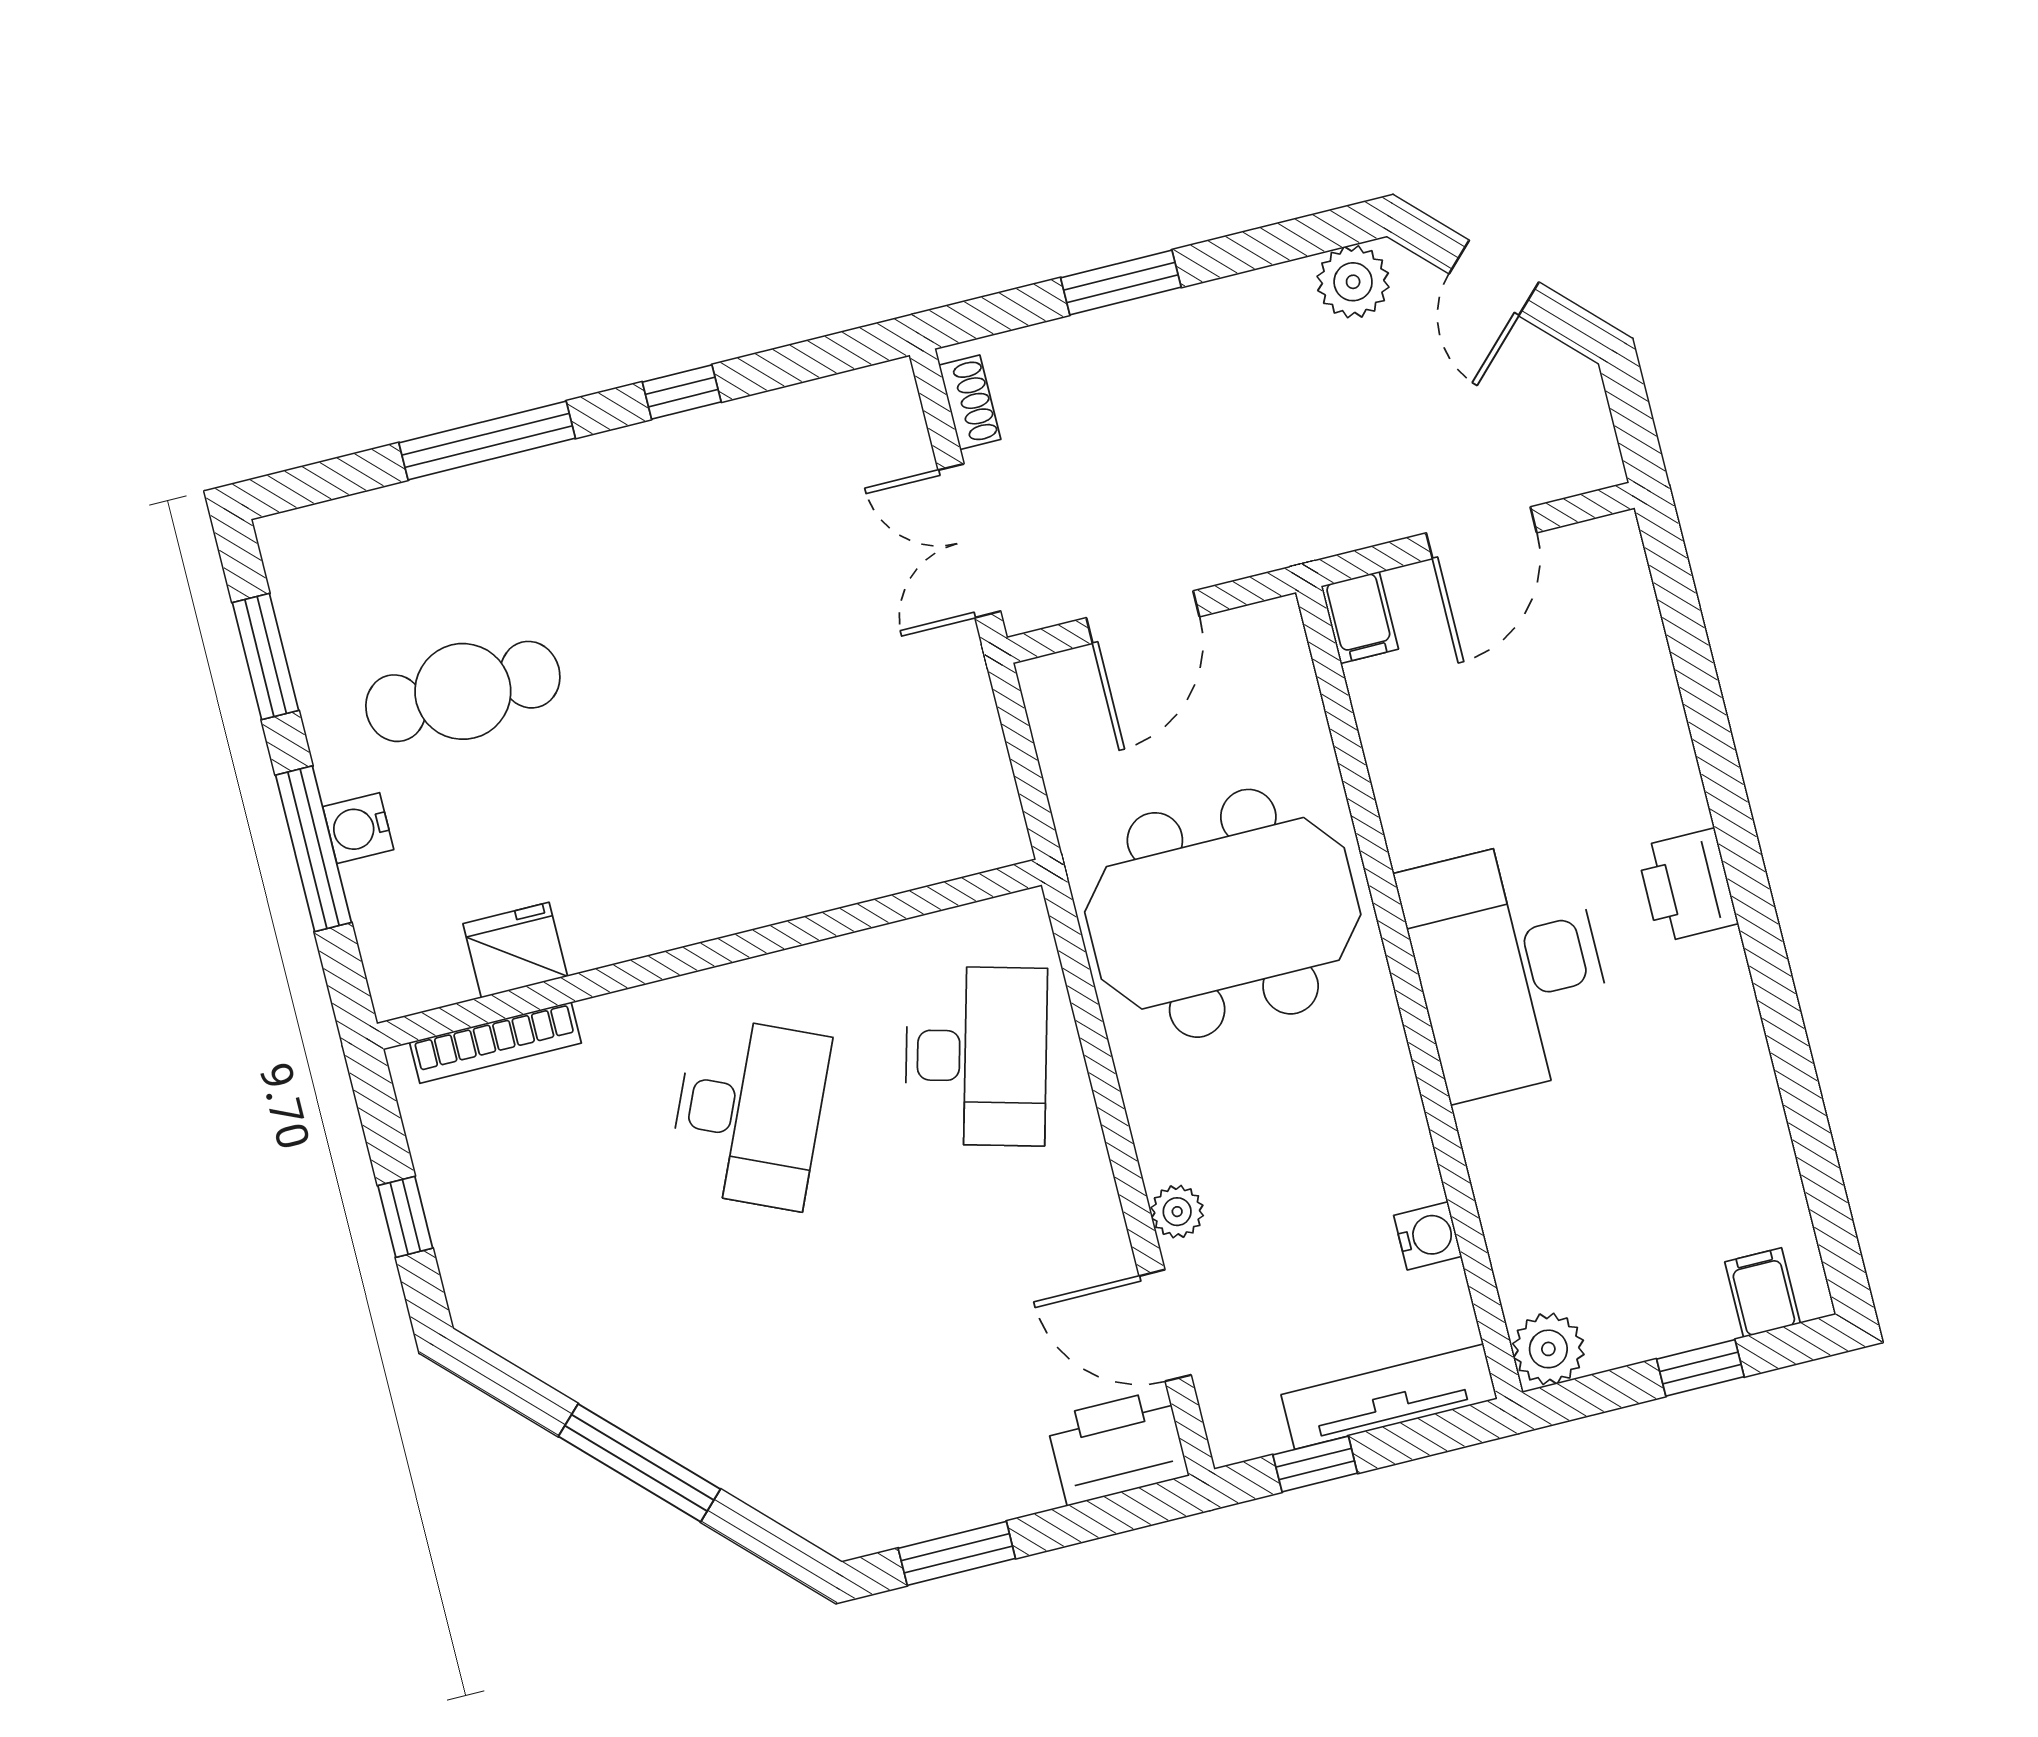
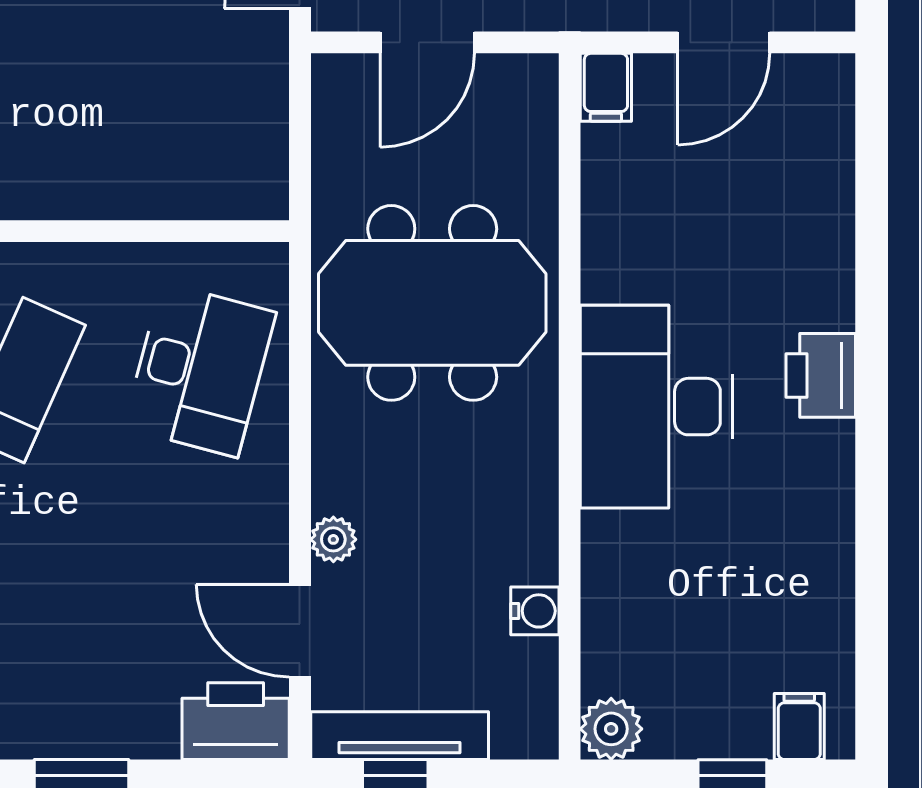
tv unit: (1389, 1397) -> (400, 736), moved

